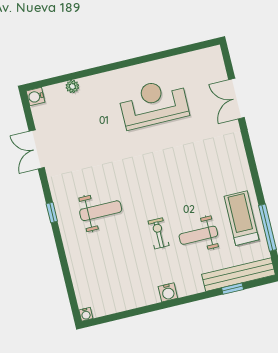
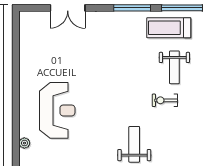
reception desk: (154, 103) -> (57, 110), moved, turned 180
window: (254, 171) -> (132, 8), added

